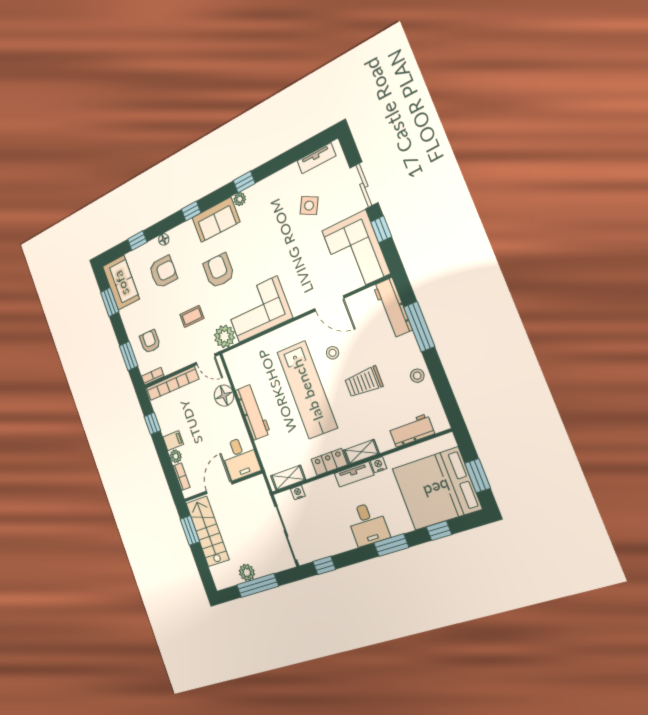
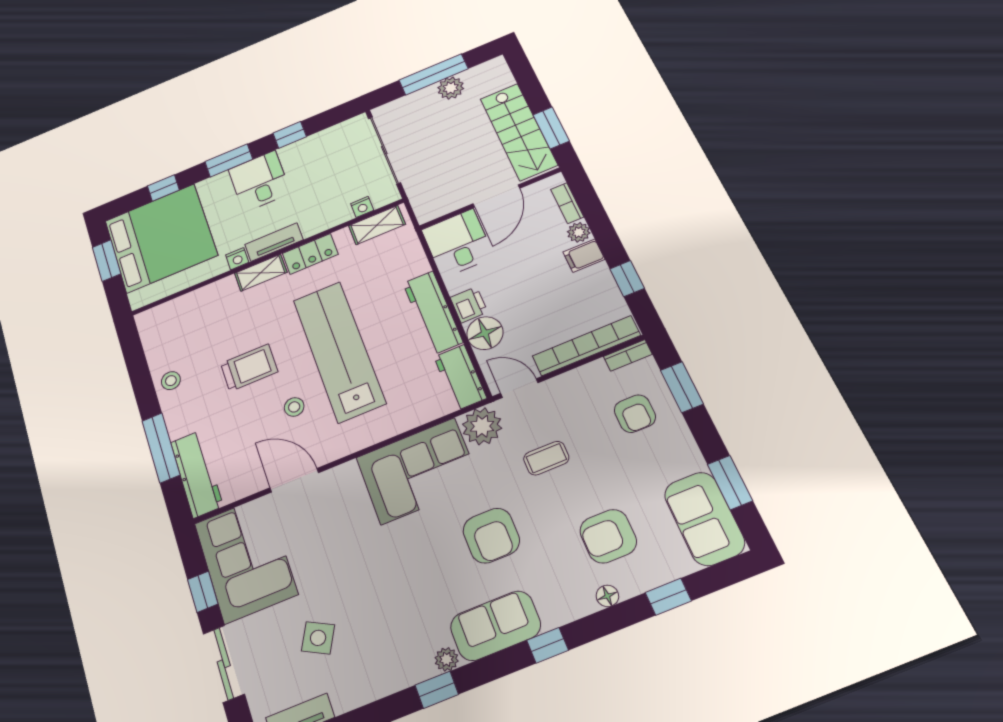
printer: (233, 415) -> (469, 305), added
workbench: (412, 431) -> (460, 377), moved, turned 90
window: (324, 565) -> (290, 135), moved

